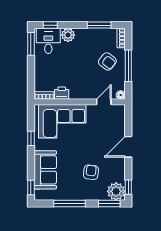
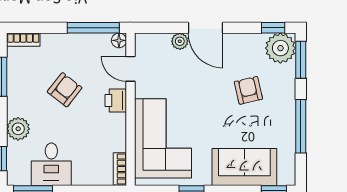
desk: (48, 41) -> (51, 164), moved, turned -90
armchair: (107, 61) -> (65, 90), moved
window: (128, 66) -> (93, 28), moved
printer: (62, 93) -> (116, 101), moved
plant: (120, 131) -> (180, 41), added
armchair: (91, 172) -> (248, 90), turned 70

